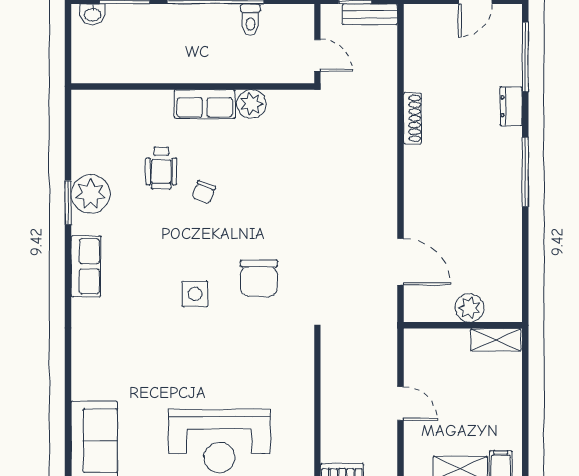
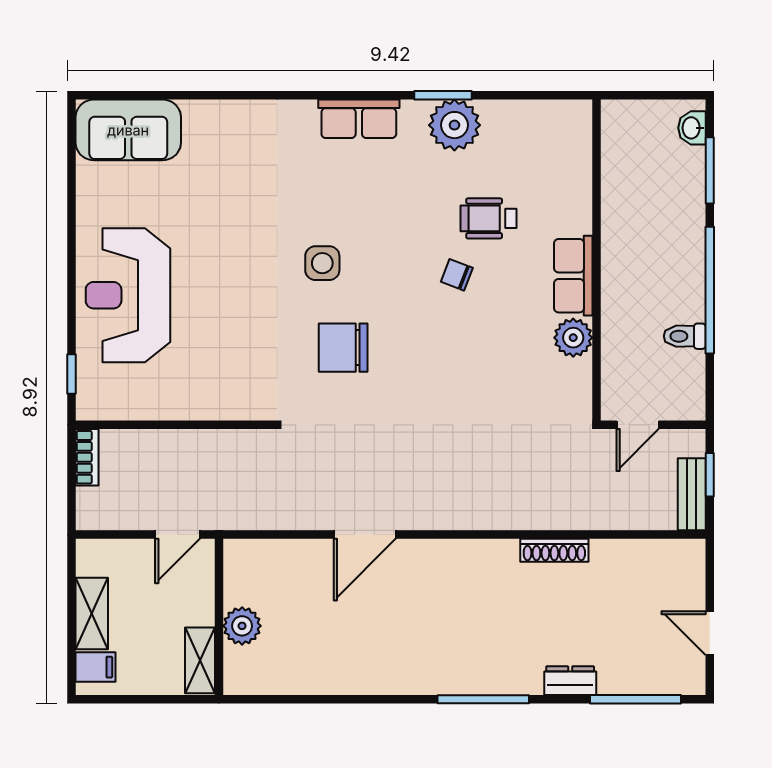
plant: (470, 308) -> (242, 626), moved
wall: (463, 325) -> (219, 617), moved
shelving: (496, 340) -> (200, 660), moved

